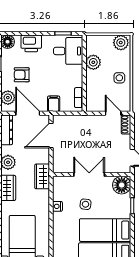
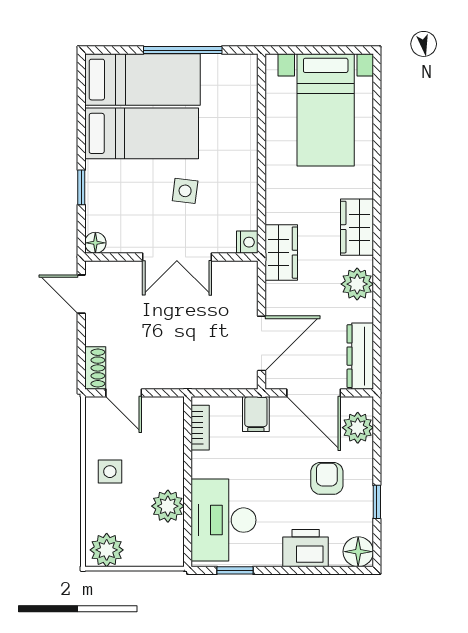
desk: (68, 51) -> (224, 520), width x1.37
armchair: (22, 75) -> (327, 478), turned -90
floor lamp: (122, 185) -> (95, 243), width x0.53, depth x0.53
nightstand: (57, 206) -> (247, 242), moved

